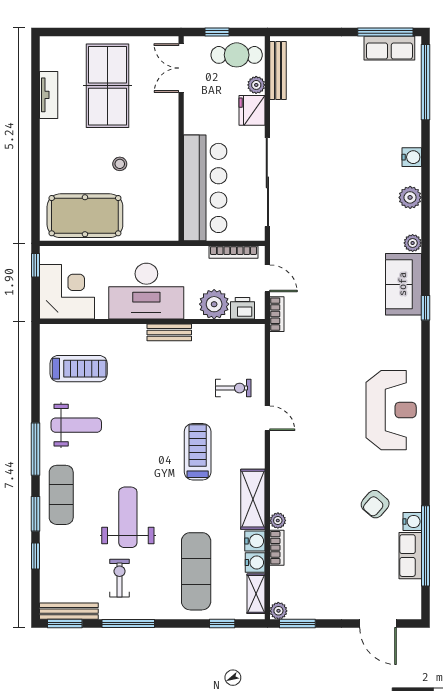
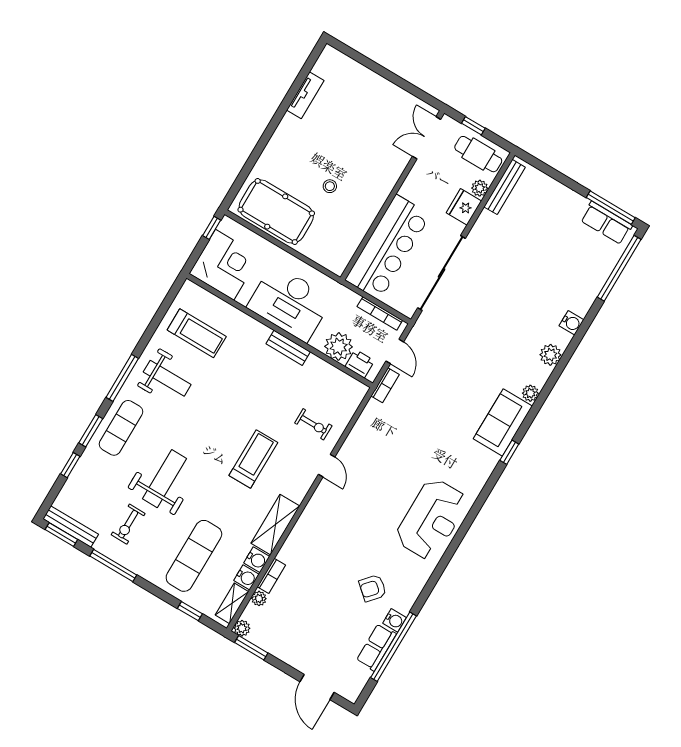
table tennis table: (108, 86) -> (358, 116), removed
plant: (278, 521) -> (259, 598), moved
exercise bike: (120, 578) -> (128, 524), turned 180

